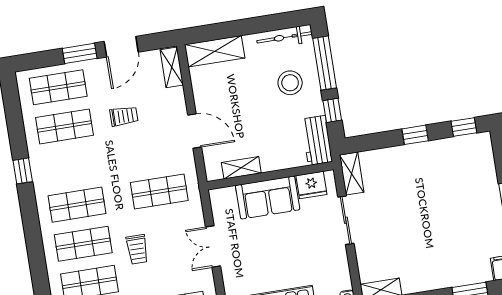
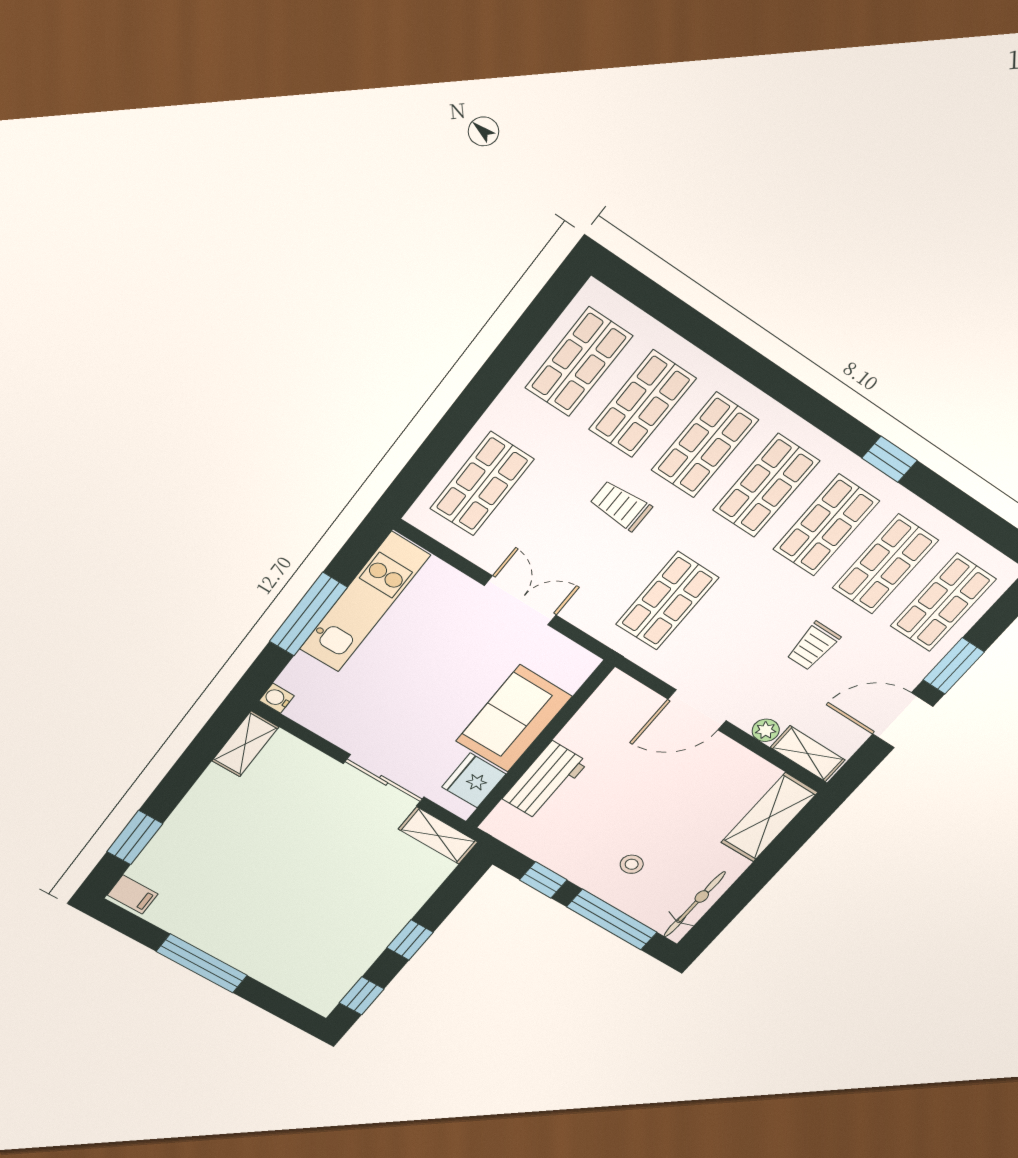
door: (121, 47) -> (903, 720), hinge flipped
stool: (290, 83) -> (632, 864), width x0.53, depth x0.53
plant: (177, 95) -> (766, 730), added
workbench: (317, 140) -> (545, 780), moved, turned 90
shop shelf: (71, 166) -> (826, 525), added
shelving: (241, 168) -> (587, 722), removed

